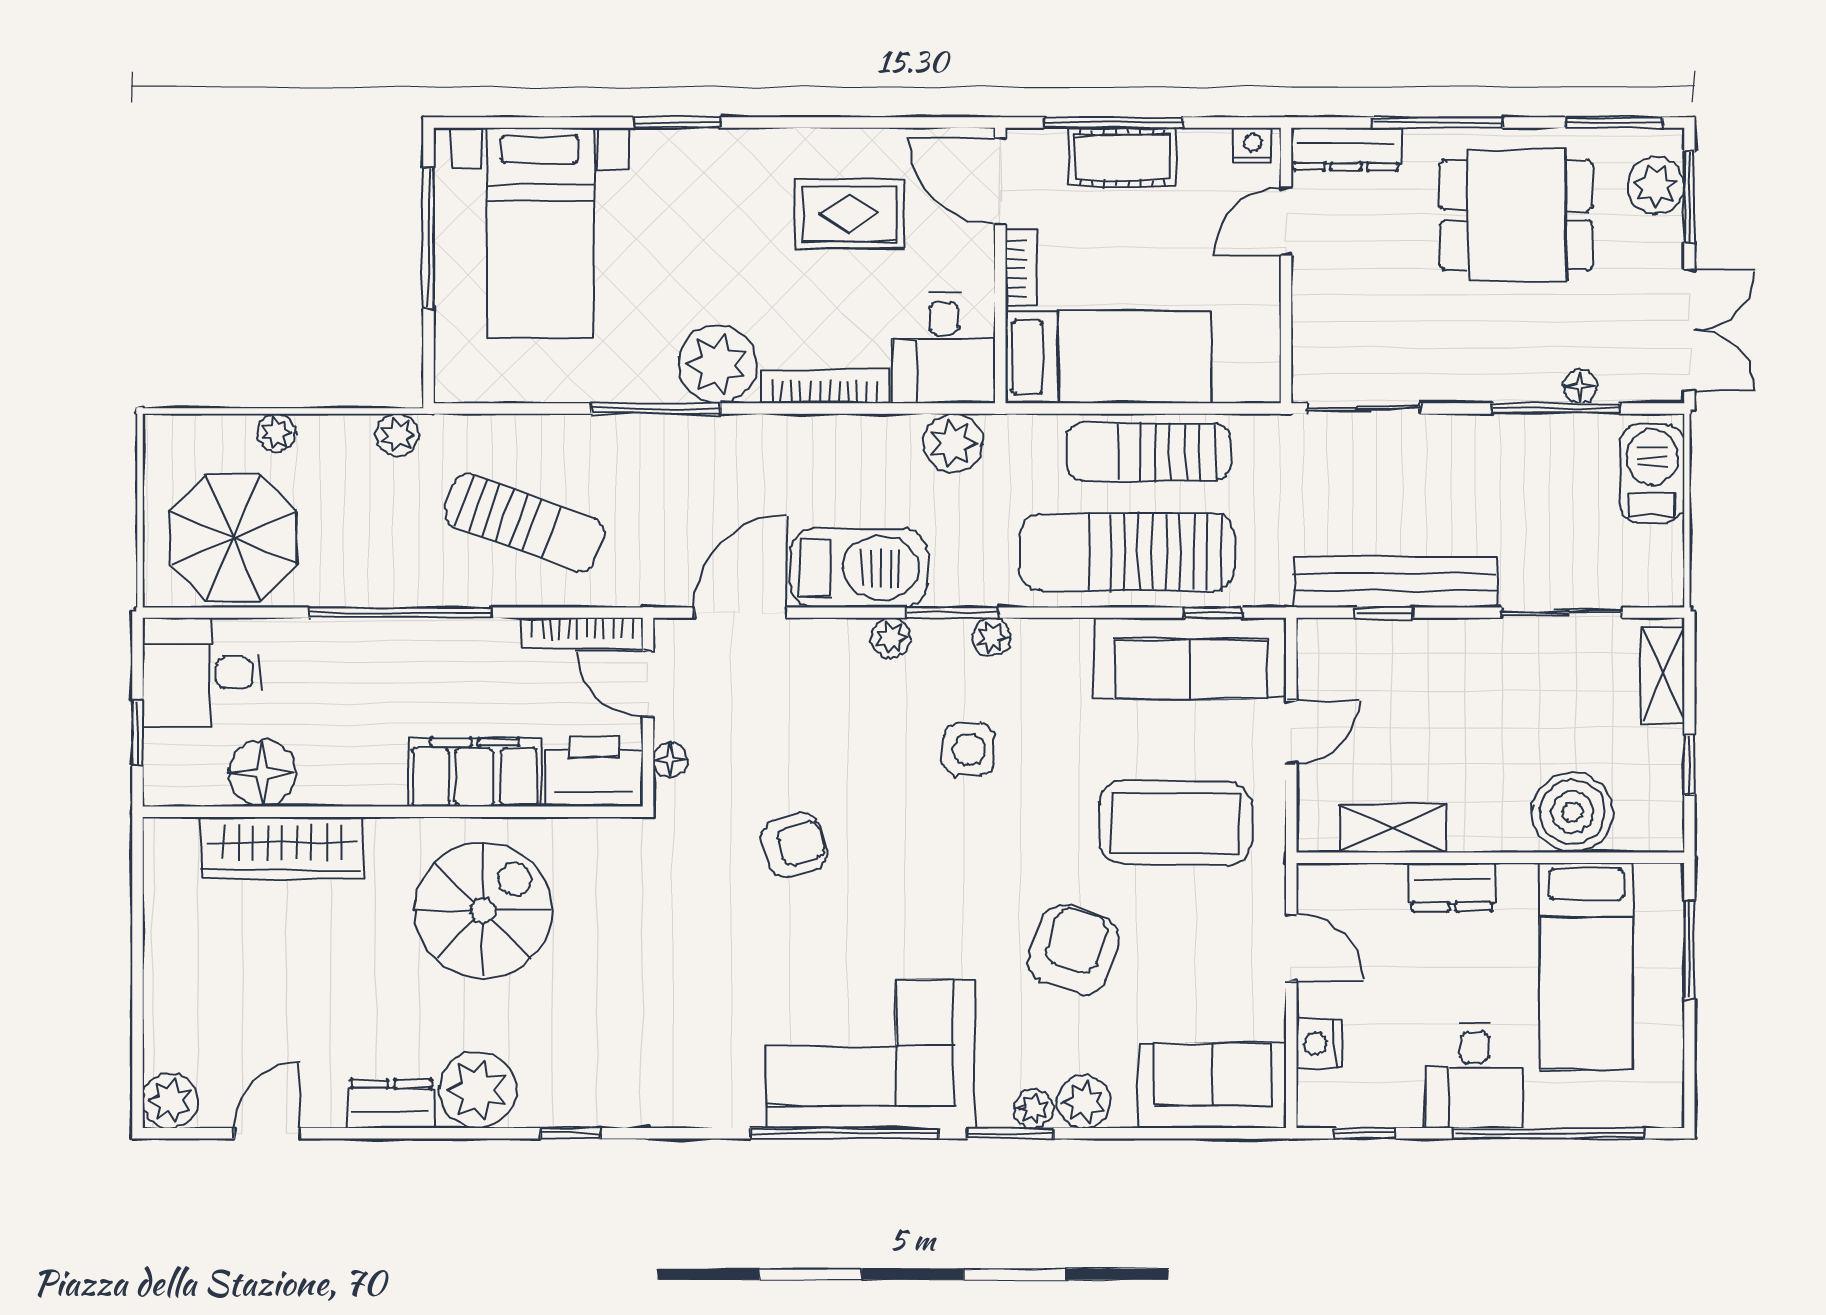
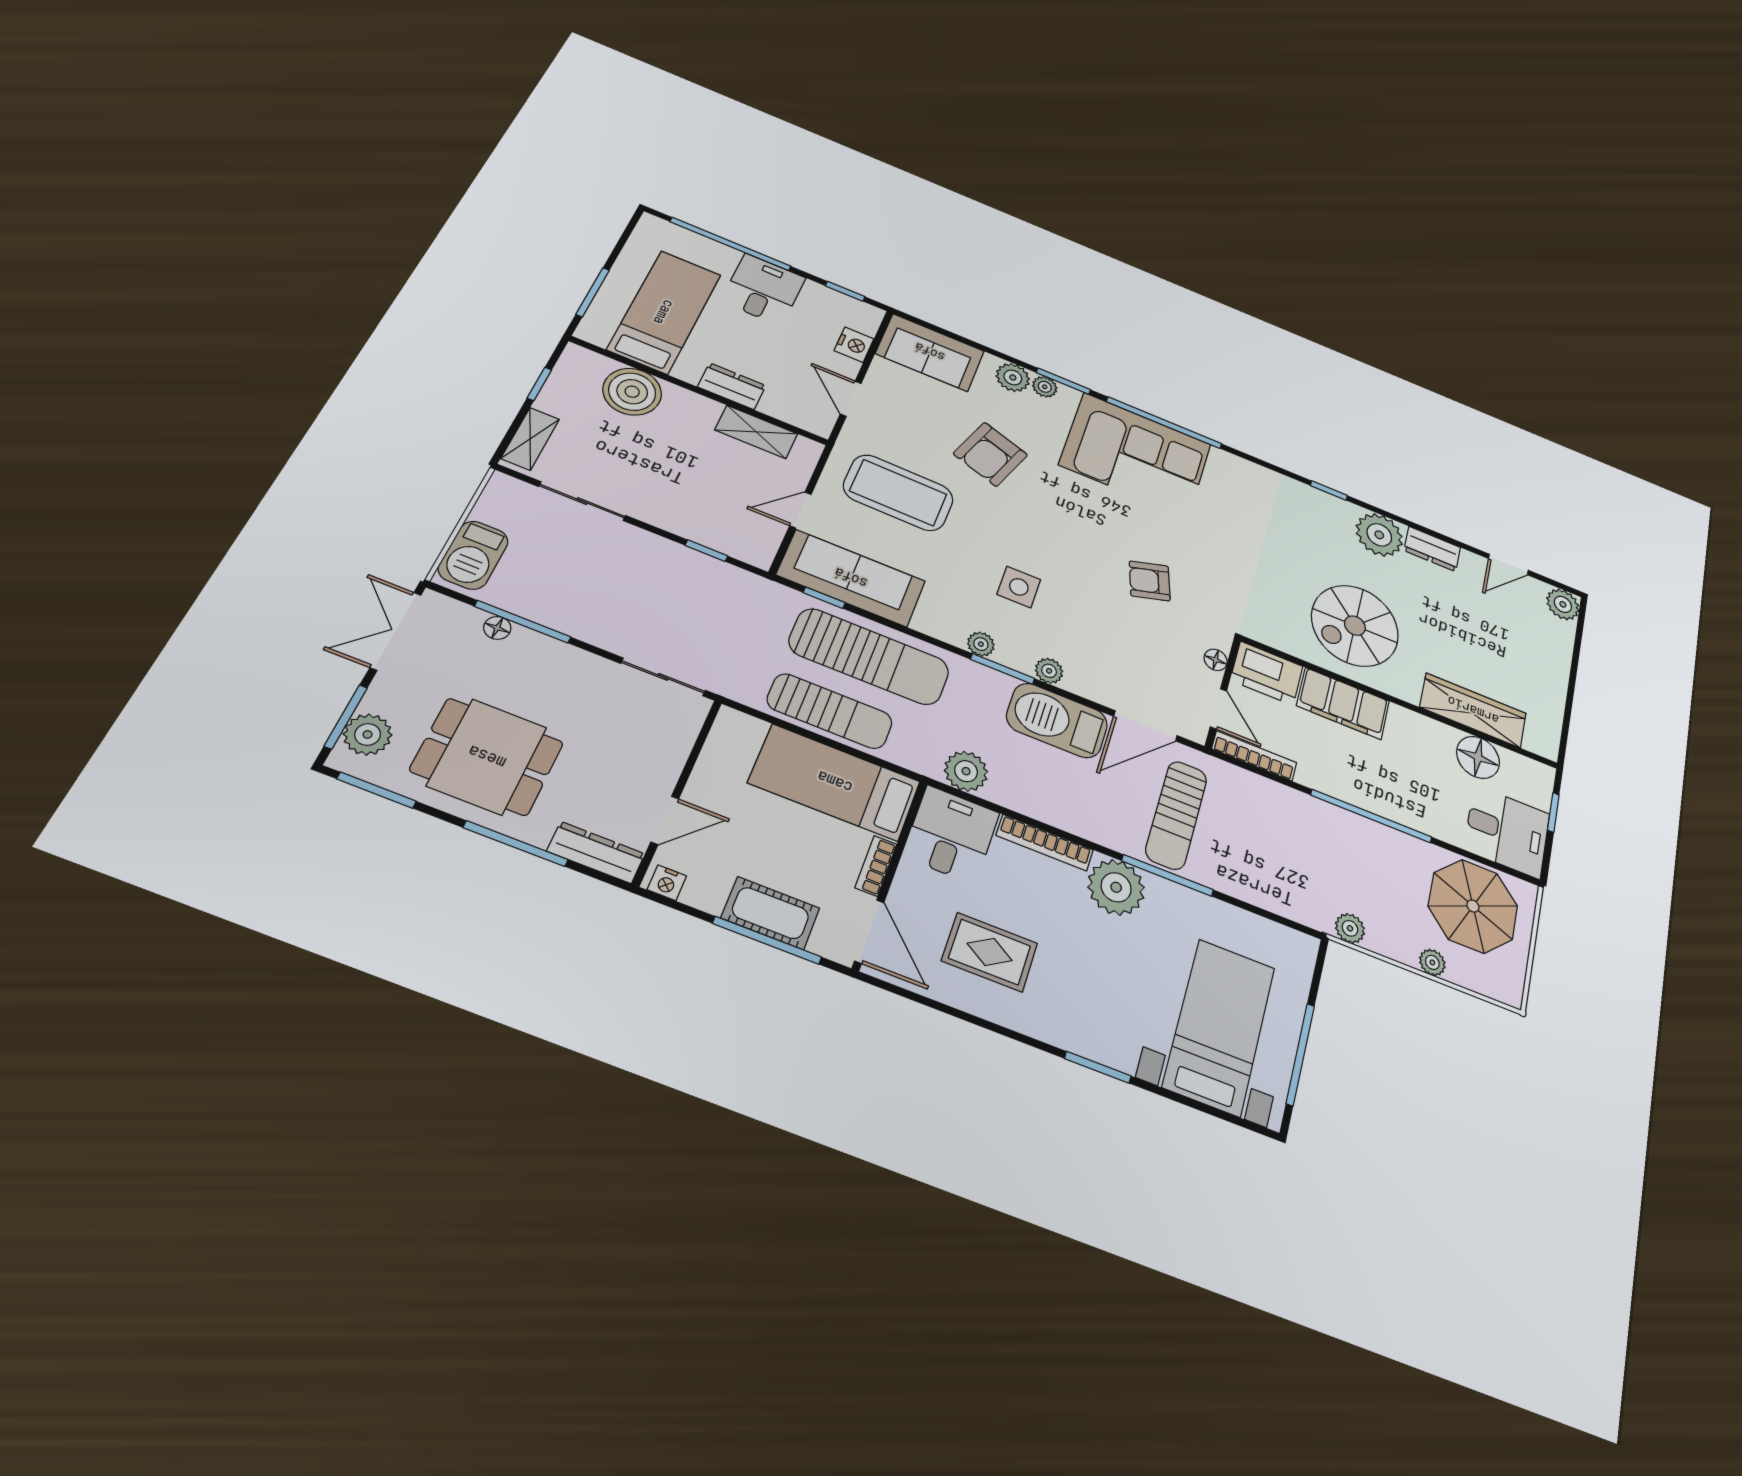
sun lounger: (525, 523) -> (1176, 815), moved, turned -110
bench: (1395, 582) -> (690, 565), removed

